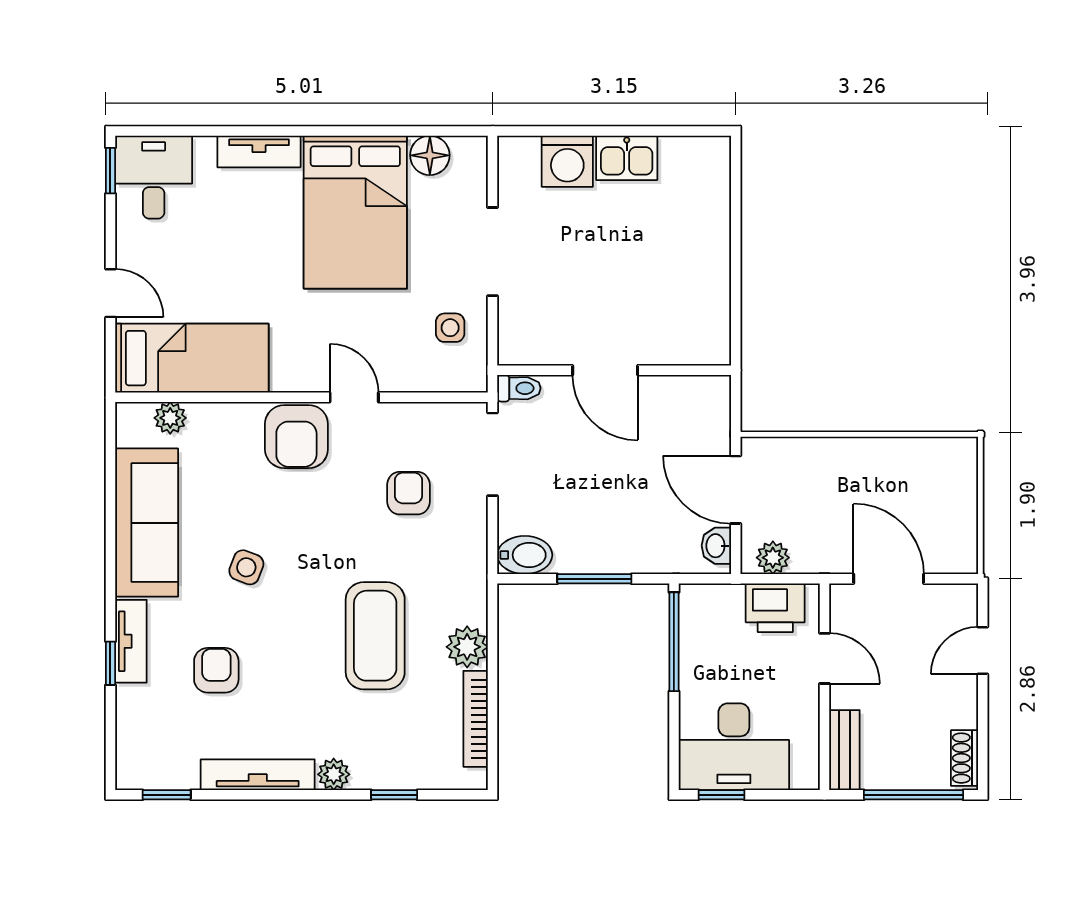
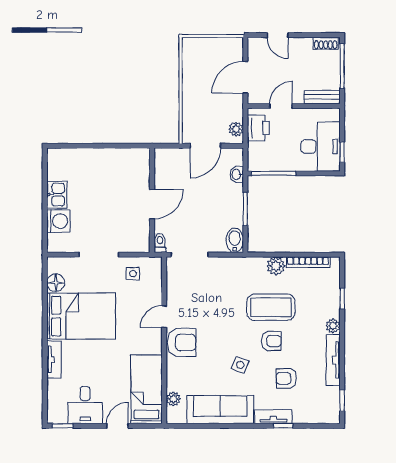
desk: (154, 177) -> (85, 405), moved, turned -90
armchair: (409, 493) -> (271, 341), moved, turned 180
washbasin: (716, 546) -> (237, 175), moved, turned 90

